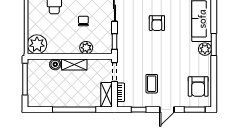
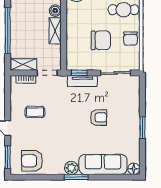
chair: (83, 21) -> (101, 40), width x1.87, depth x1.87
armchair: (157, 23) -> (99, 118), turned 180
tv unit: (122, 39) -> (82, 81), added
plant: (86, 48) -> (73, 43), removed
window: (139, 110) -> (8, 98), removed

